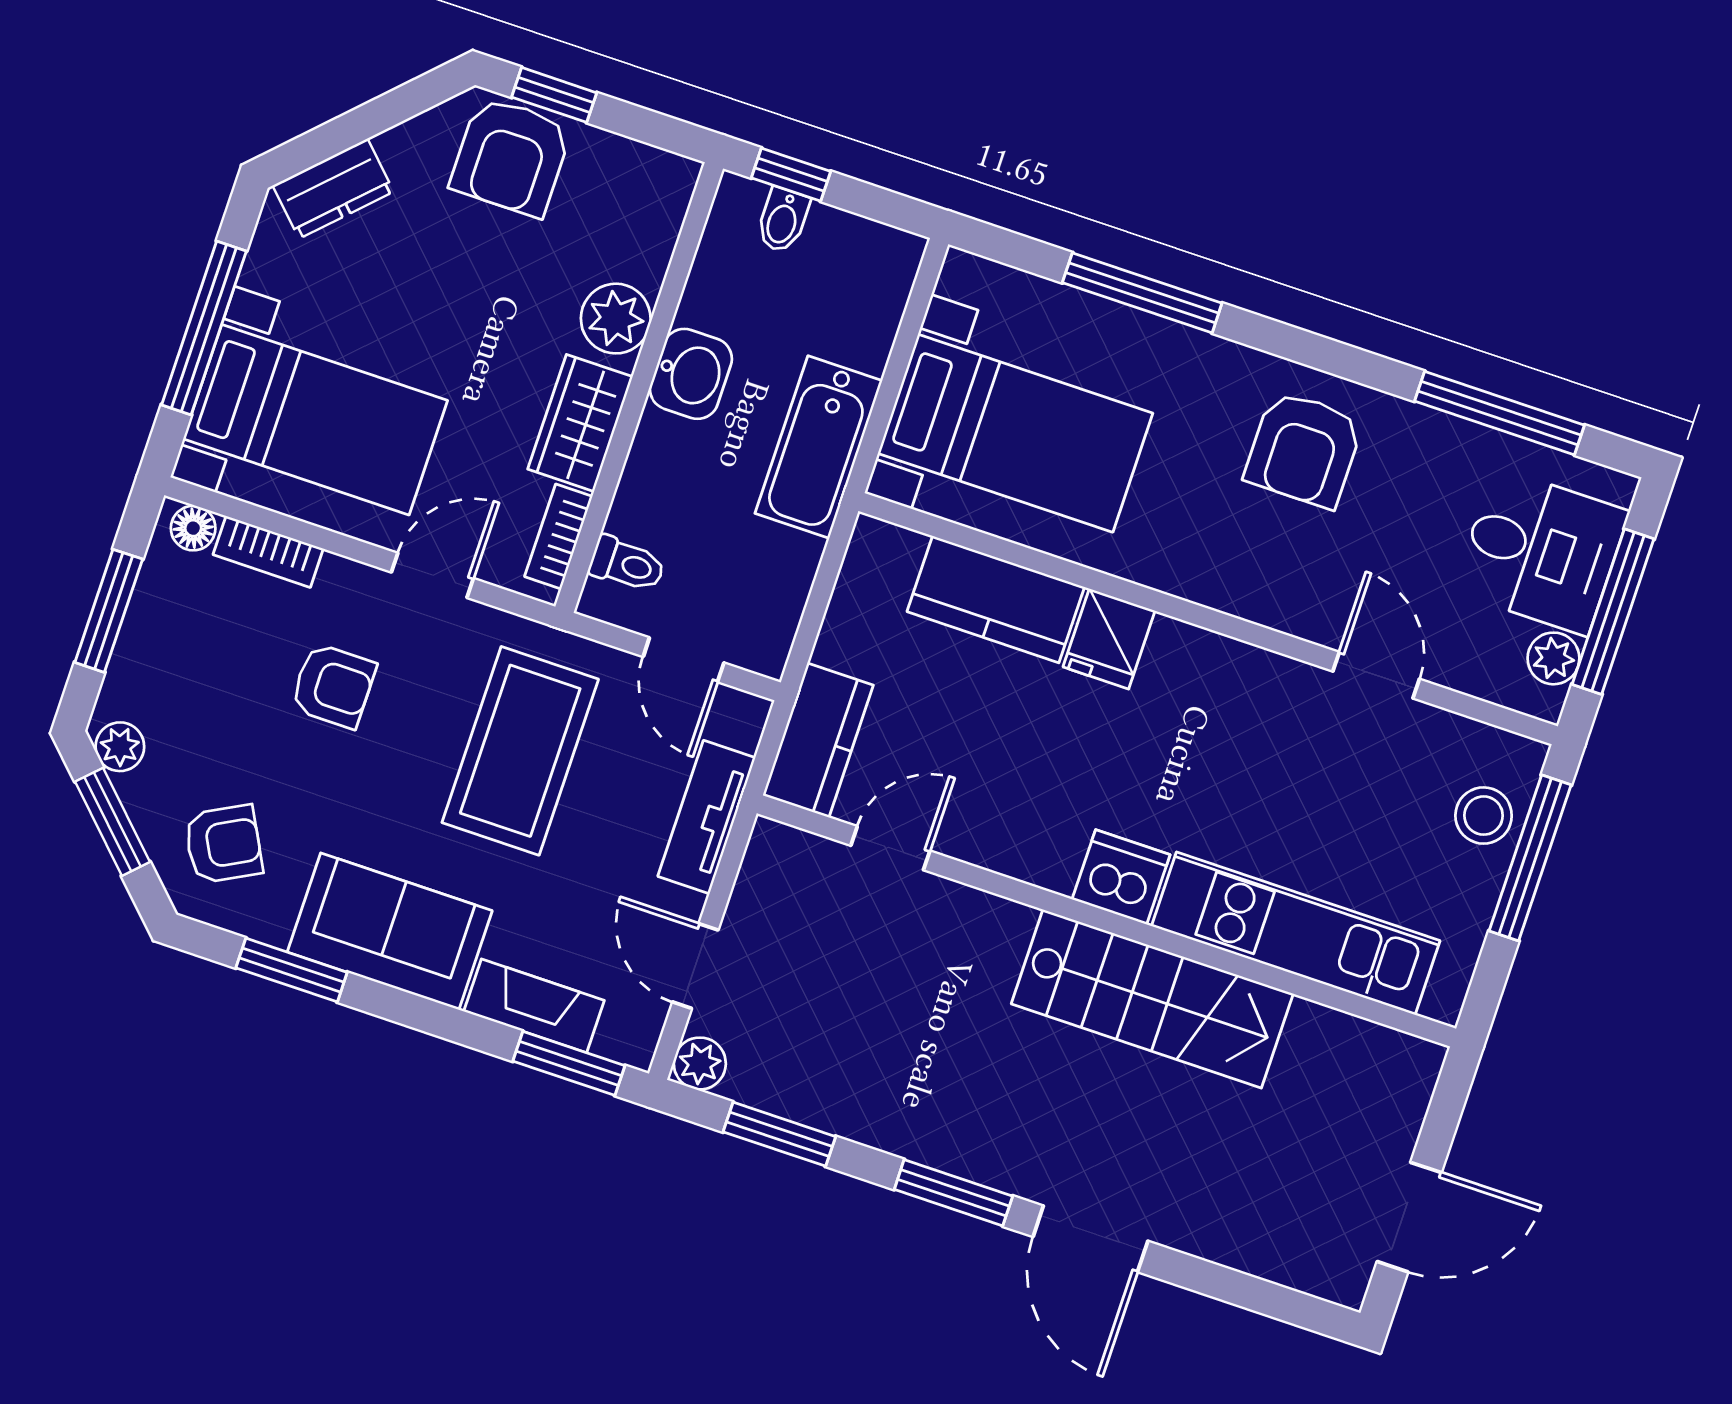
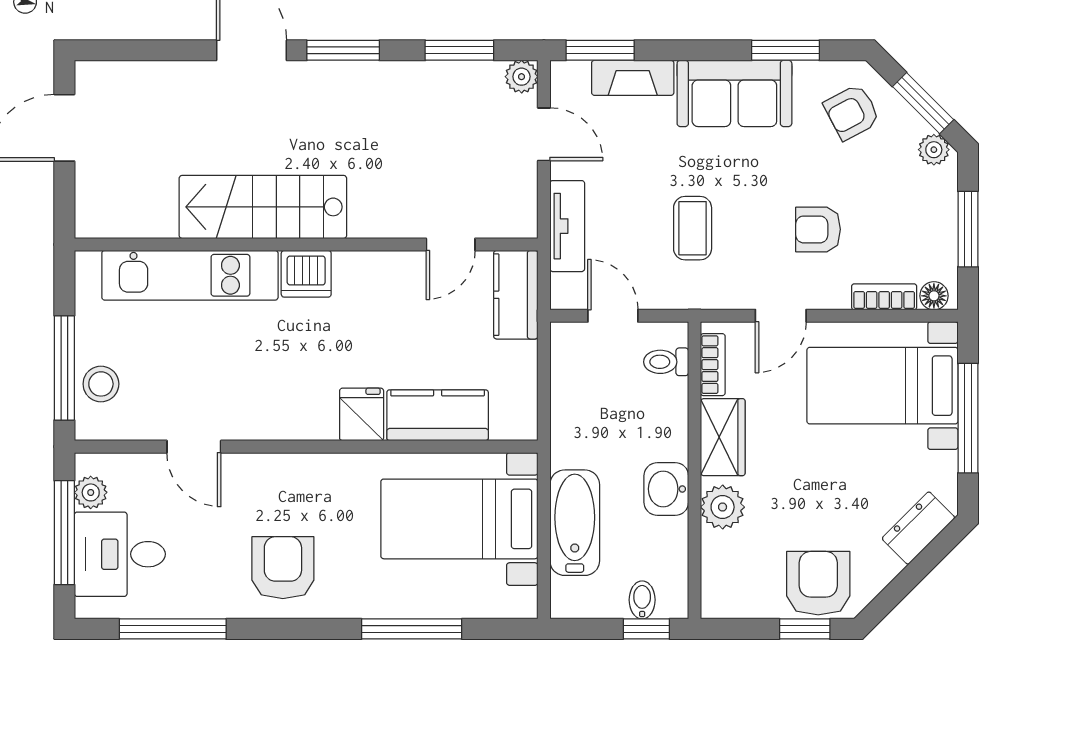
bathtub: (819, 447) -> (575, 523), moved
coffee table: (520, 751) -> (693, 228), width x0.54, depth x0.58

